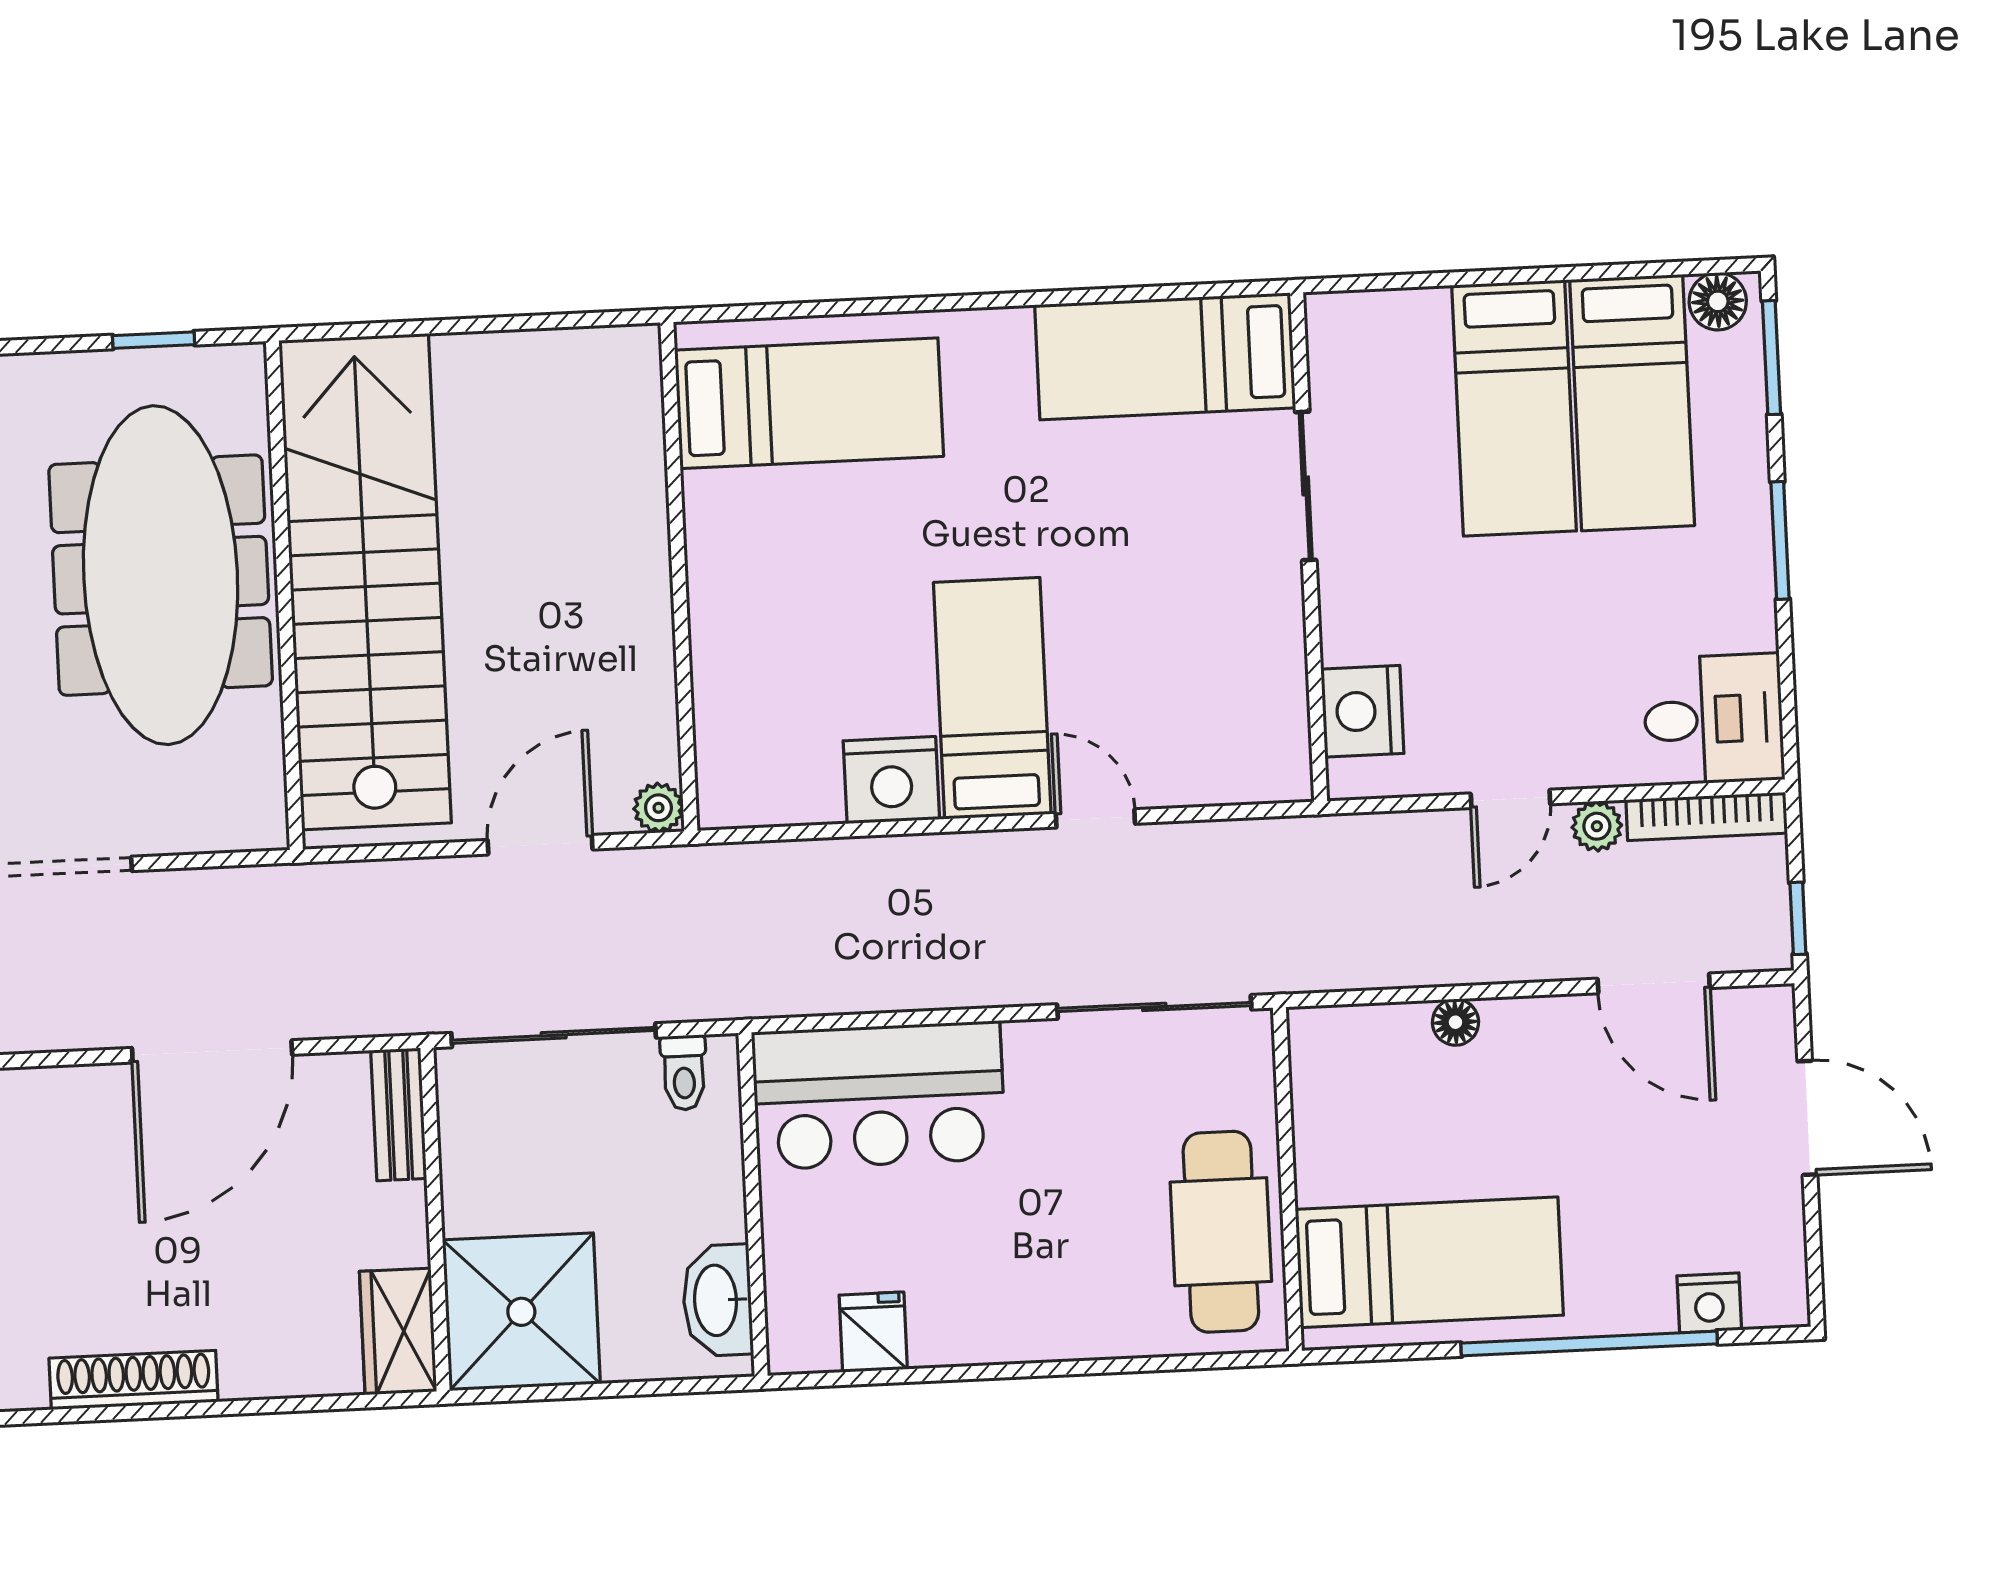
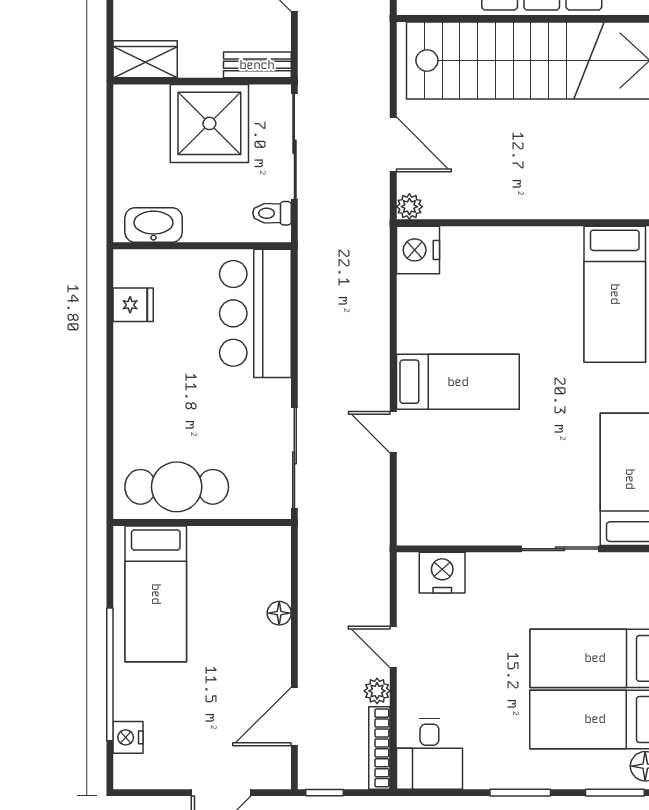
nightstand: (891, 780) -> (418, 250), moved
door: (1095, 818) -> (393, 432), swing flipped
shower: (521, 1312) -> (209, 123), moved

